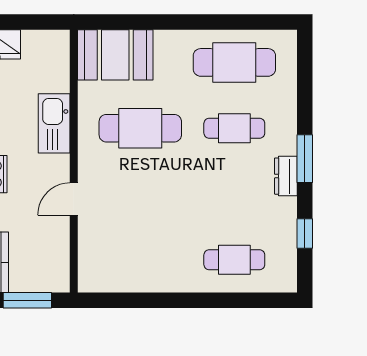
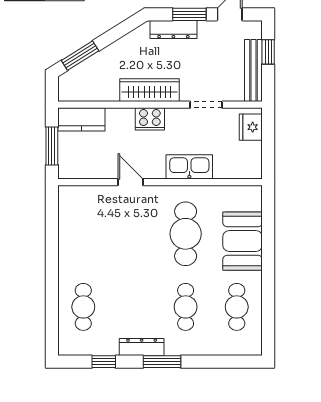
booth: (115, 55) -> (243, 241), moved
cafe table: (234, 62) -> (237, 307), width x0.73, depth x0.74
dresser: (286, 176) -> (142, 347), width x1.44

